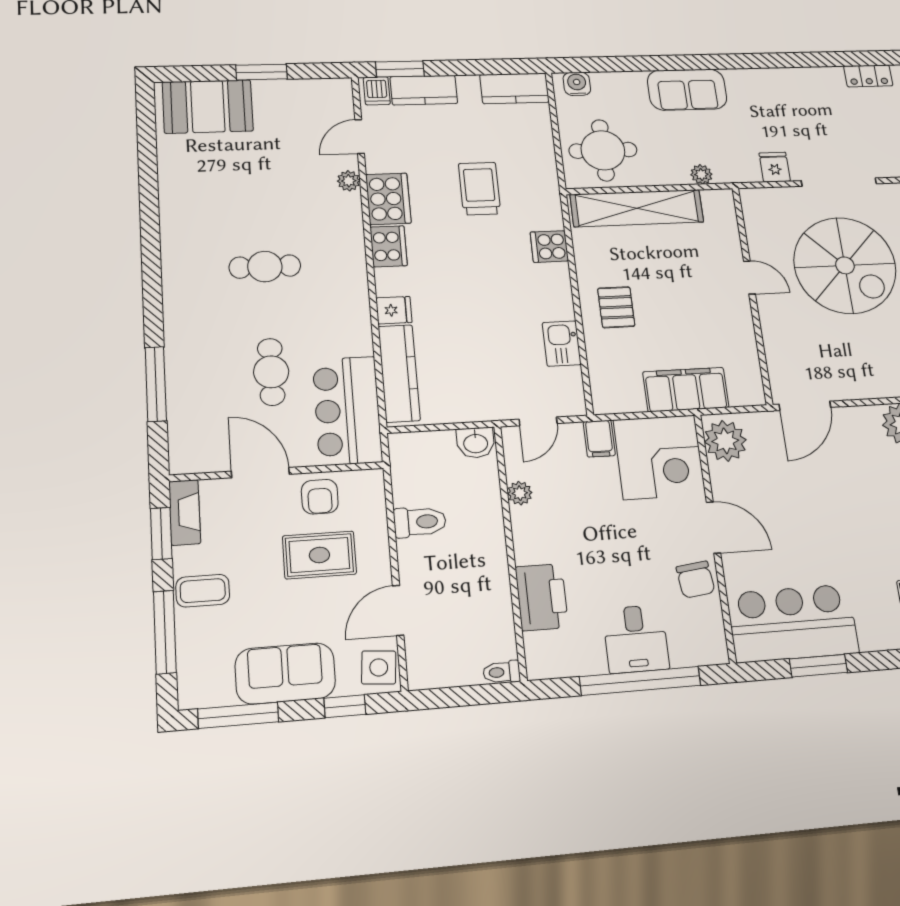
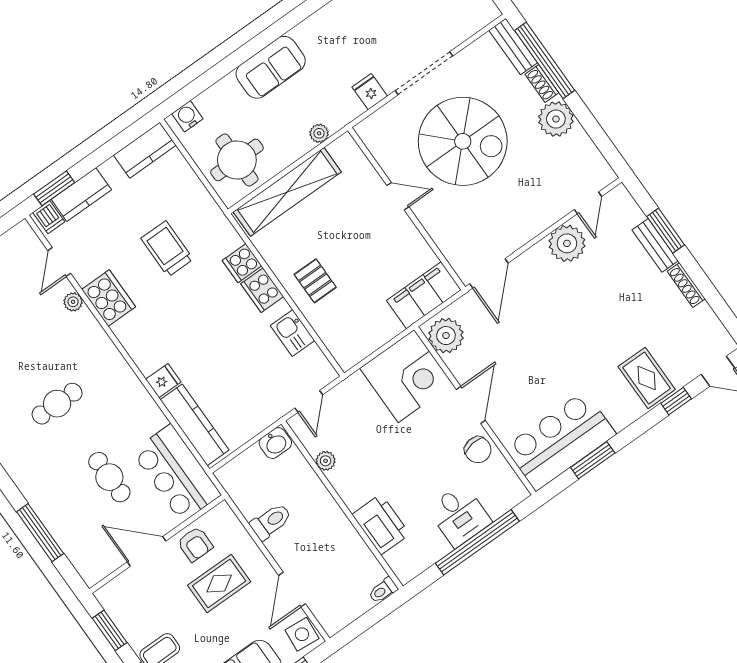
cooker: (389, 246) -> (262, 290), moved, turned 180
filing cabinet: (686, 390) -> (424, 295), moved
filing cabinet: (599, 439) -> (358, 388), removed
fireplace: (185, 512) -> (115, 608), removed
door: (713, 528) -> (471, 405), hinge flipped

